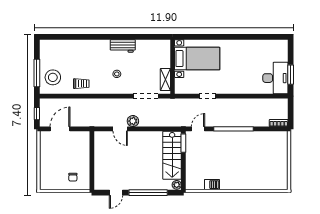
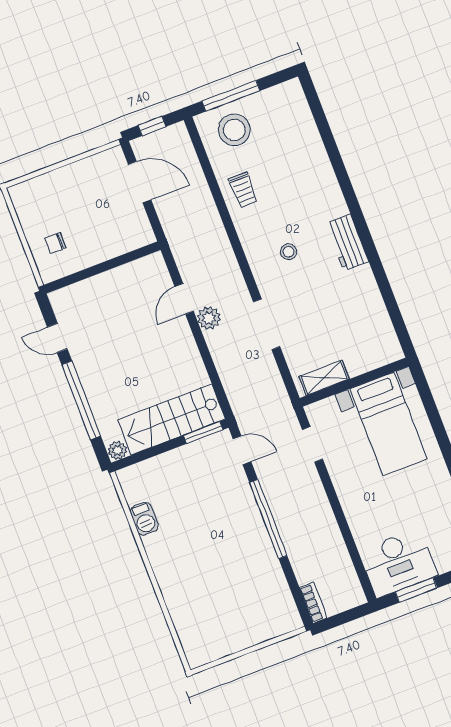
bed with nightstands: (197, 59) -> (389, 424), moved
wall: (173, 67) -> (354, 382), moved
shelving: (165, 80) -> (324, 378), moved

